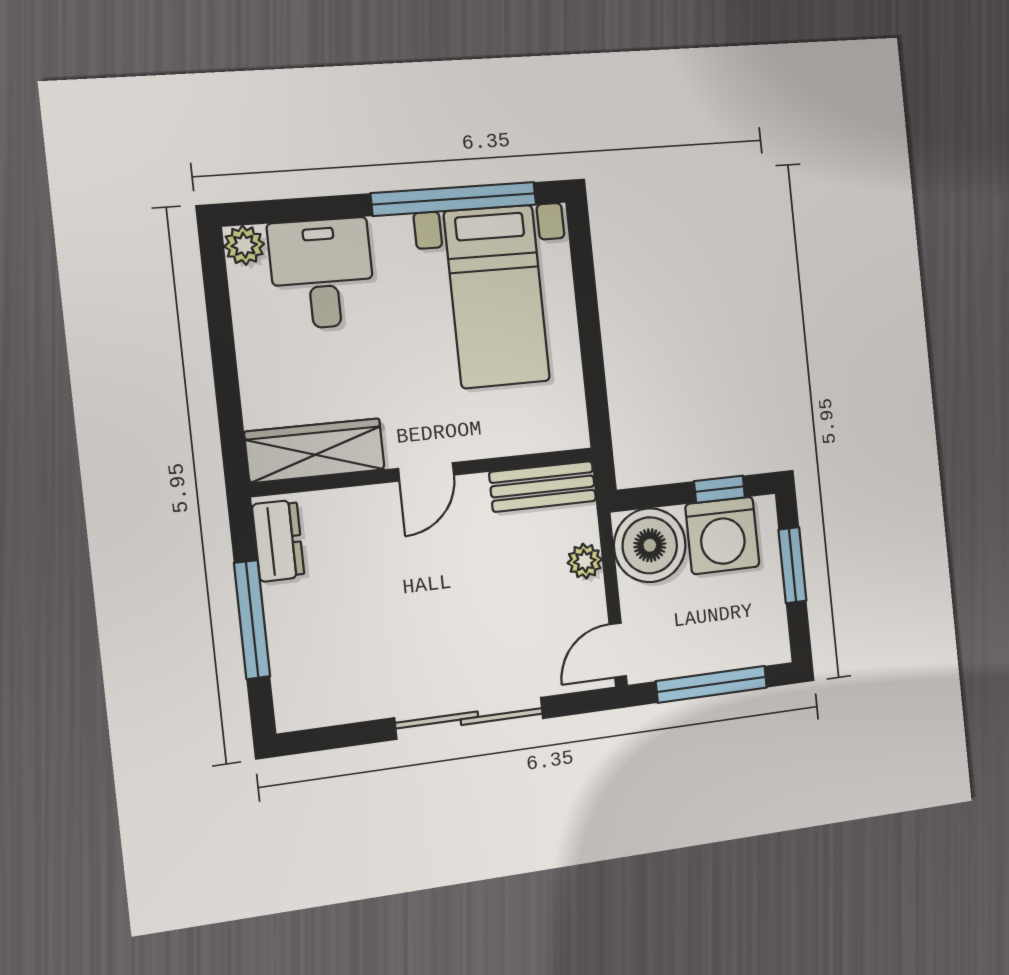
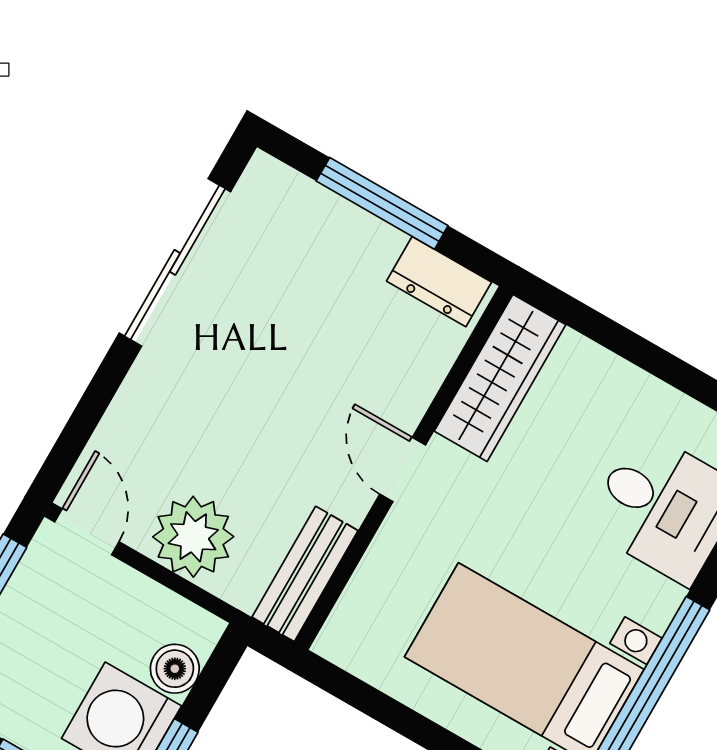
boiler: (650, 545) -> (175, 669), width x0.54, depth x0.54
plant: (585, 561) -> (193, 537), width x1.88, depth x1.88
sliding door: (469, 718) -> (175, 262), moved

